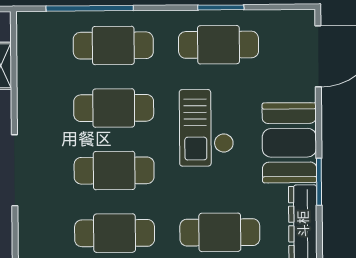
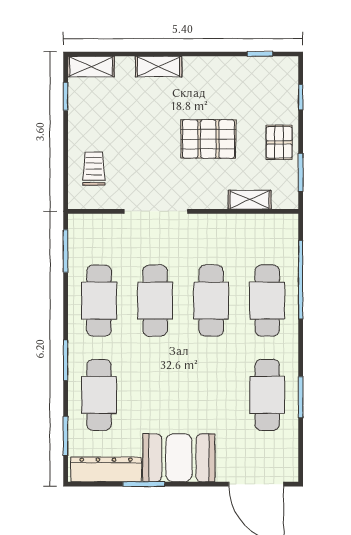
checkout: (206, 128) -> (193, 384), removed

